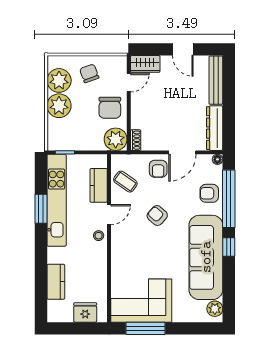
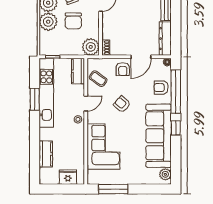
chair: (110, 108) -> (73, 21), moved
kitchen counter: (99, 185) -> (78, 71), moved
corner sofa: (141, 301) -> (103, 147), moved, turned 90

